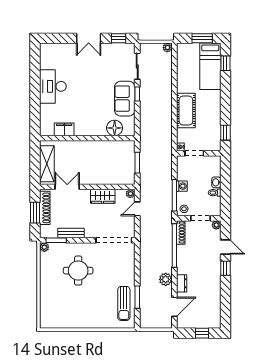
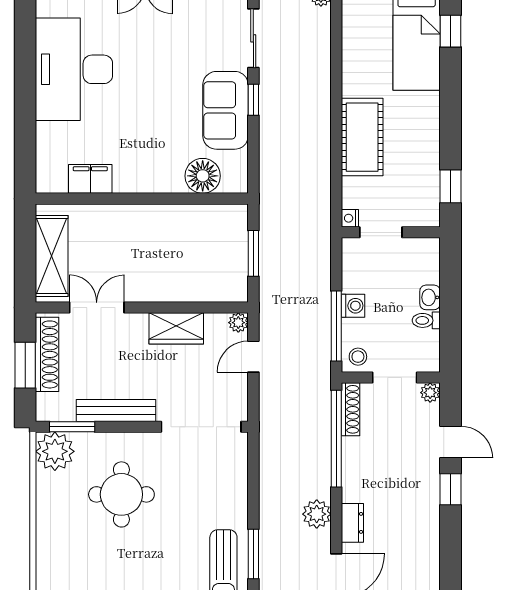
desk: (53, 86) -> (74, 69), width x1.36, depth x1.30
bench: (71, 233) -> (116, 410), width x1.36
plant: (44, 247) -> (55, 451), width x1.88, depth x1.88

